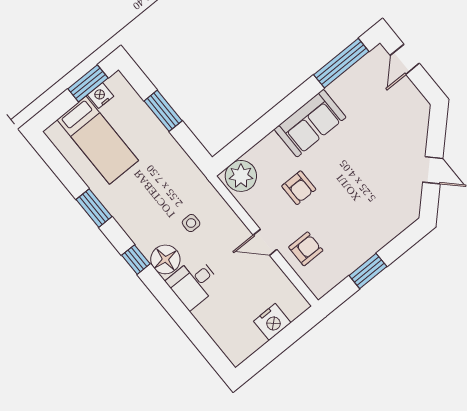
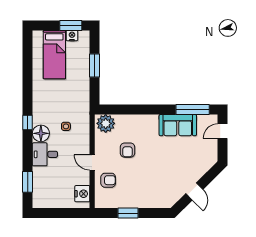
sofa: (310, 123) -> (178, 125), moved
window: (94, 208) -> (28, 182), moved
nightstand: (272, 322) -> (82, 194), moved, turned -90

